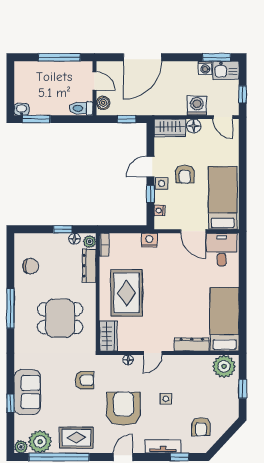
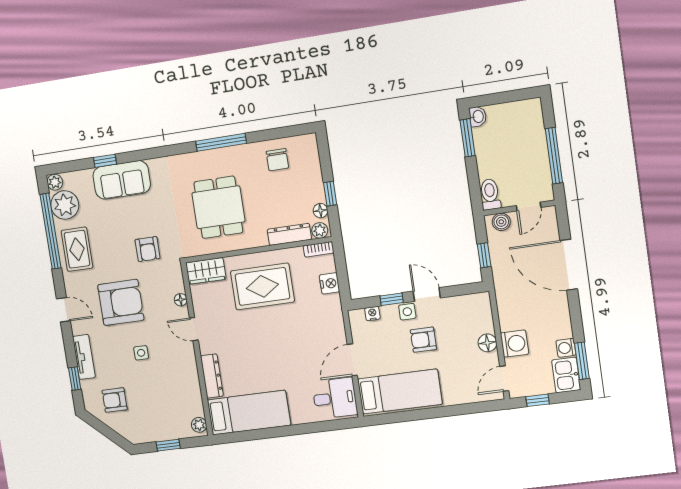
wardrobe: (170, 128) -> (480, 313), removed
nightstand: (149, 240) -> (329, 283), moved
plant: (224, 366) -> (199, 425), width x0.53, depth x0.53

